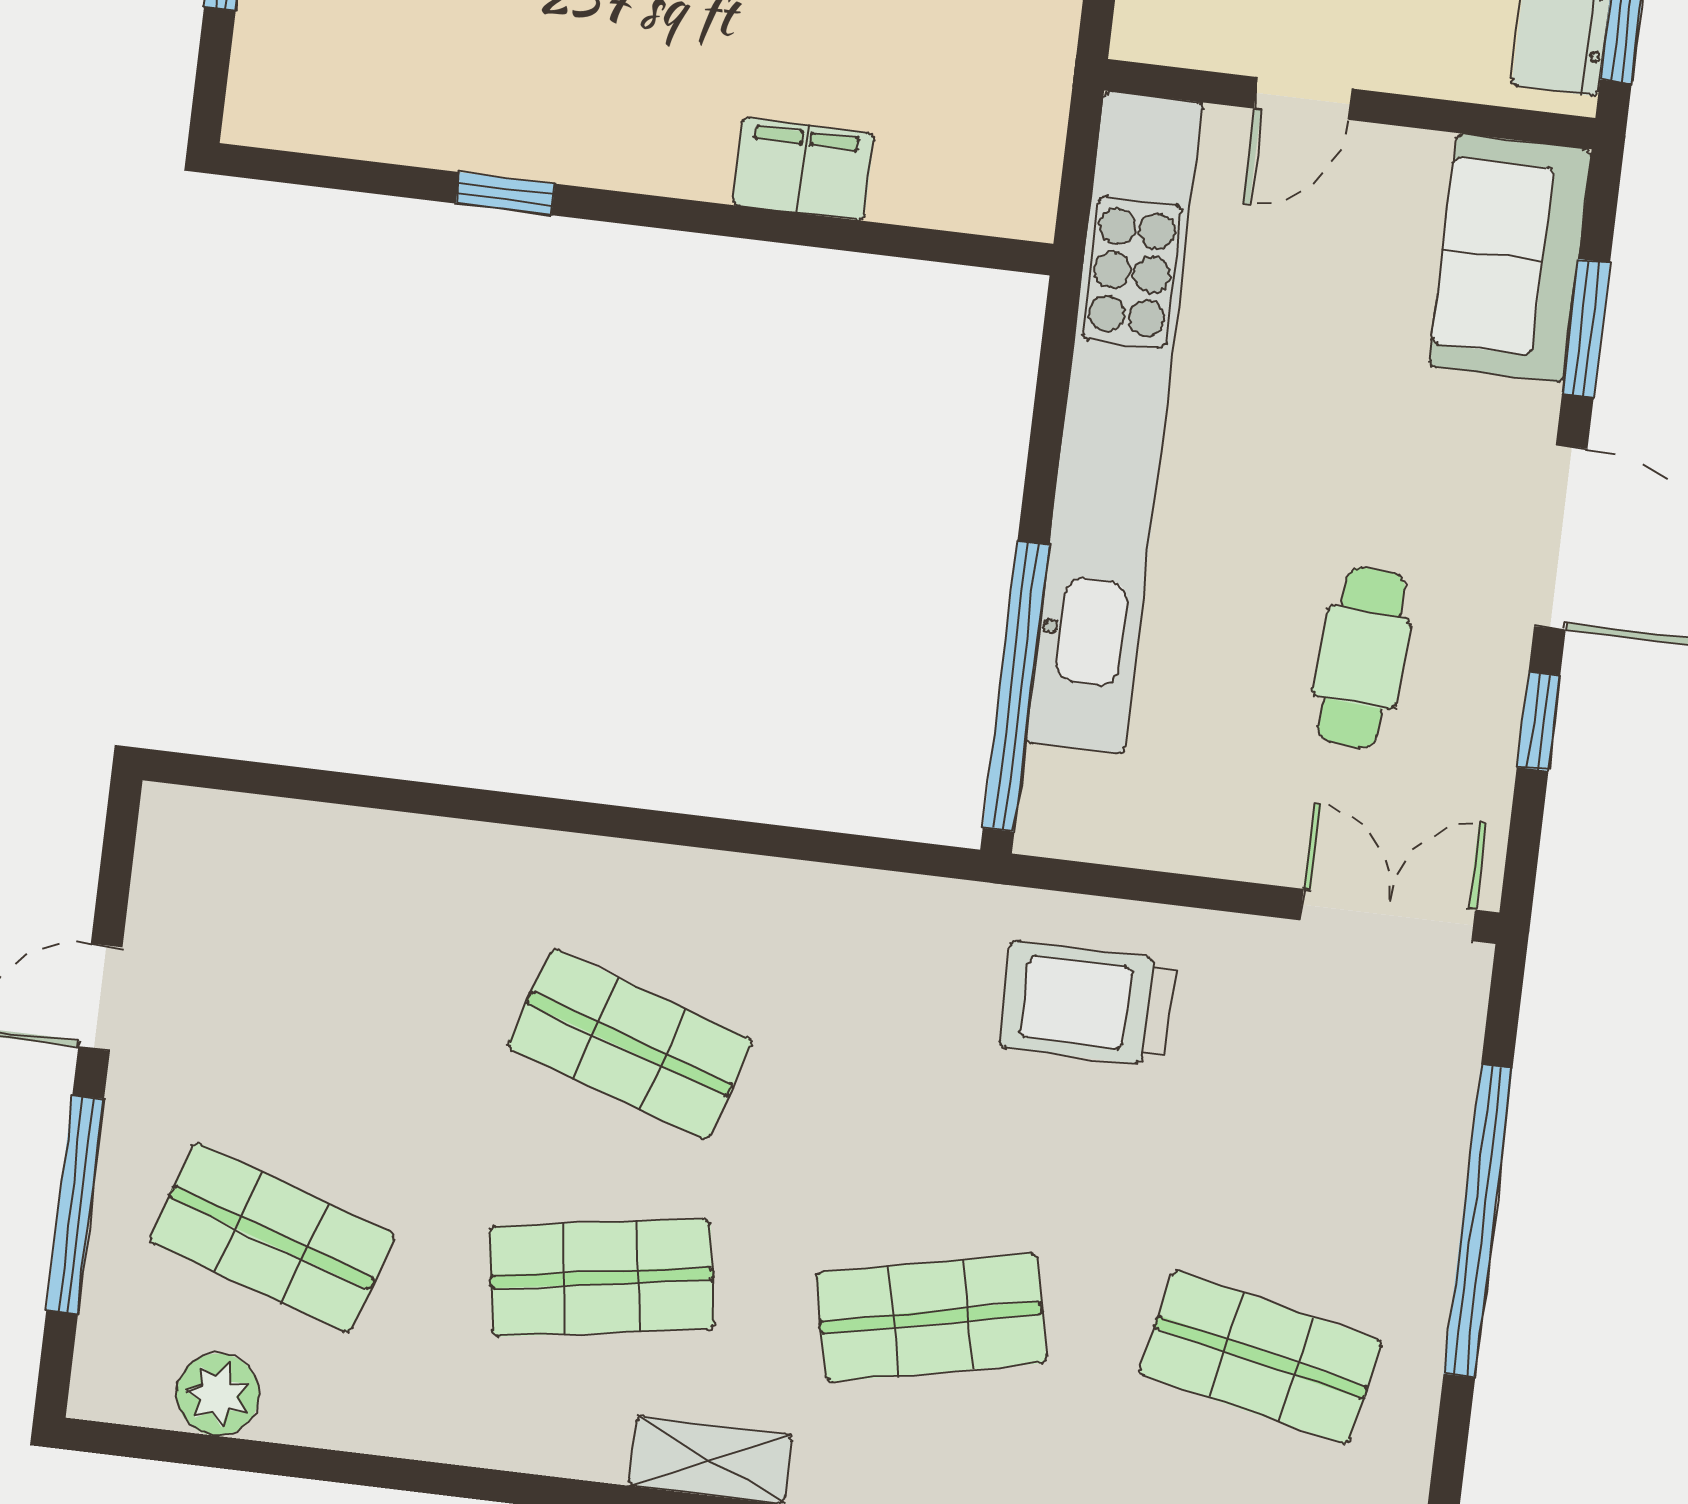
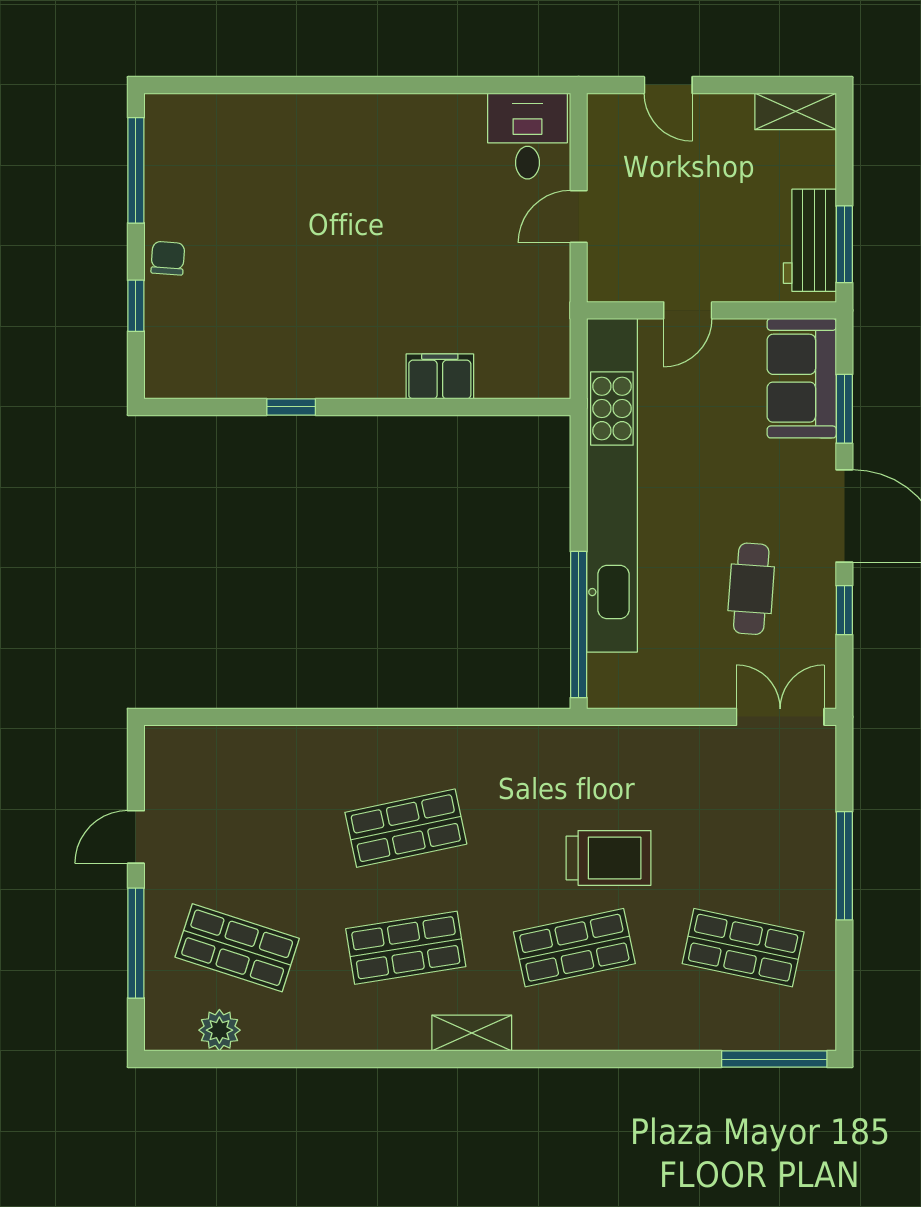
trolley: (1088, 1004) -> (609, 858), moved, turned 180
shop shelf: (630, 1044) -> (406, 828), turned -30
window: (1478, 1221) -> (844, 866), width x0.68

